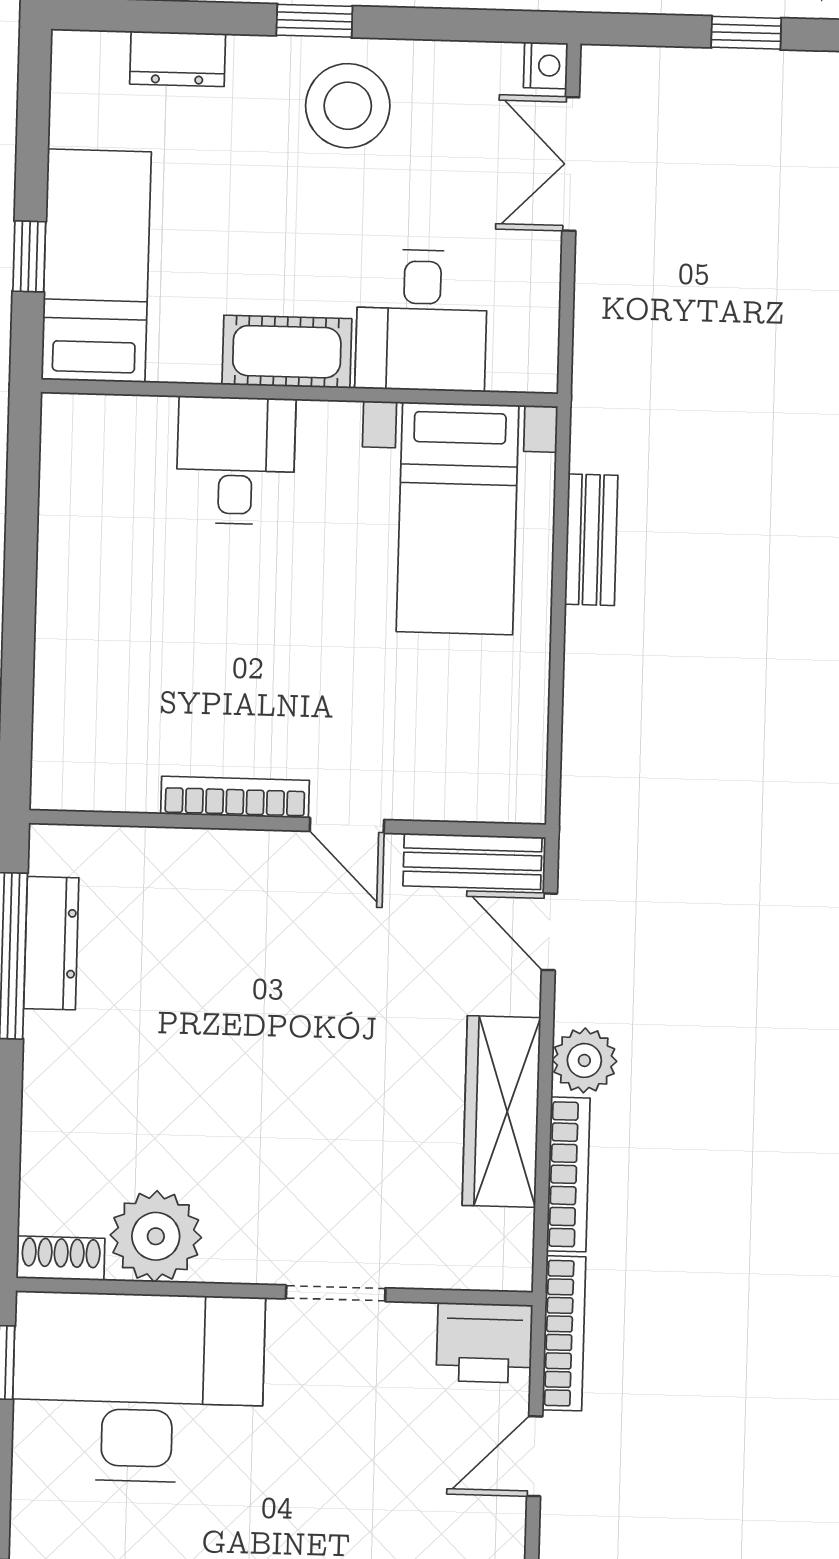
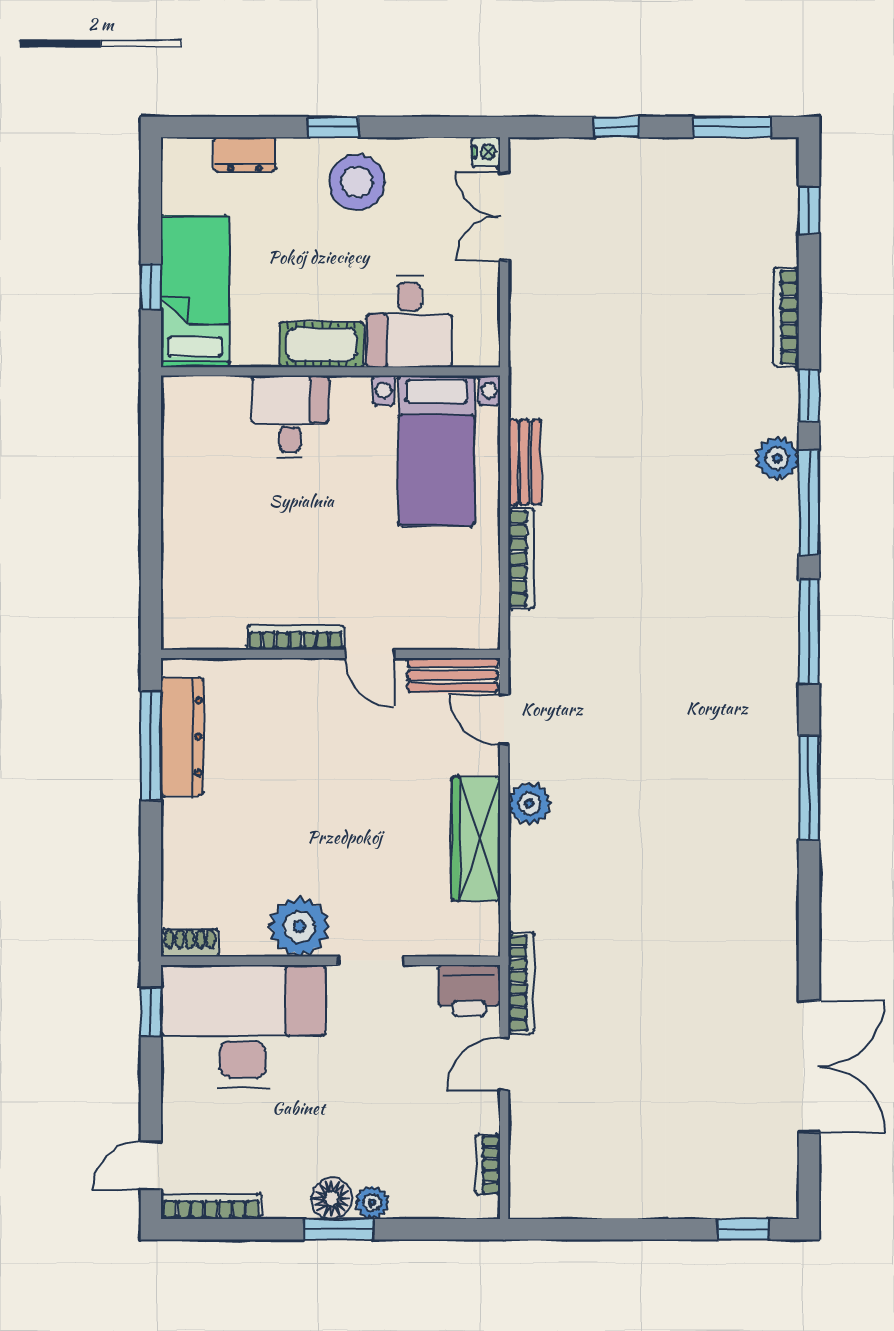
dresser: (51, 943) -> (182, 736), width x1.37, depth x1.24
bookcase: (568, 1174) -> (521, 559), moved
plant: (156, 1236) -> (299, 927), moved

